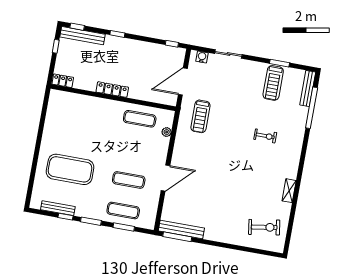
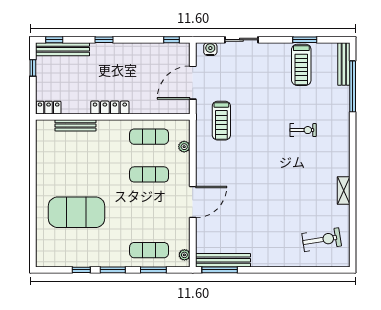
exercise mat: (129, 180) -> (149, 174), moved
bench: (58, 208) -> (76, 125), moved
plant: (151, 220) -> (184, 255), added

